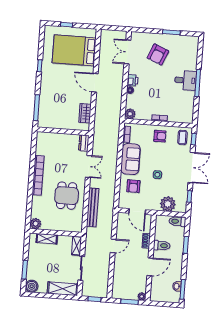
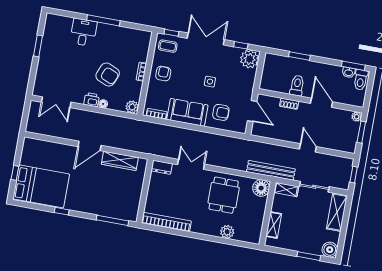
bed: (74, 50) -> (41, 186), moved, turned -90
armchair: (158, 54) -> (108, 75), moved
desk: (185, 80) -> (83, 32), moved
wardrobe: (85, 113) -> (120, 161), width x1.50
bookcase: (38, 175) -> (166, 222), moved
dining table: (67, 196) -> (224, 195), turned 90
plant: (168, 204) -> (250, 59), moved
bench: (93, 207) -> (271, 170), moved
door: (137, 211) -> (252, 111), hinge flipped
toilet: (177, 221) -> (361, 80), moved
plant: (36, 224) -> (227, 232), moved
floor lamp: (76, 225) -> (261, 188), added
door: (113, 246) -> (308, 148), moved

